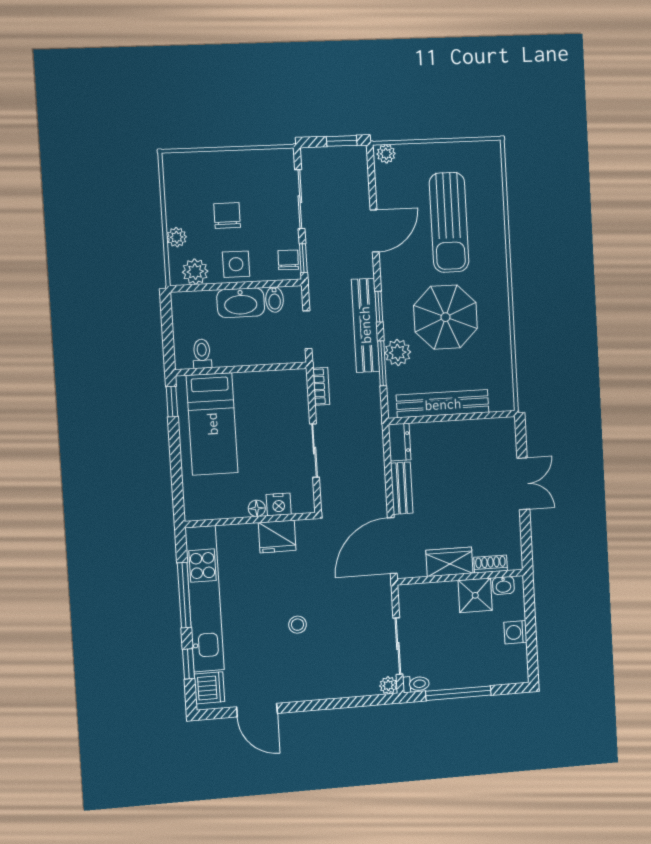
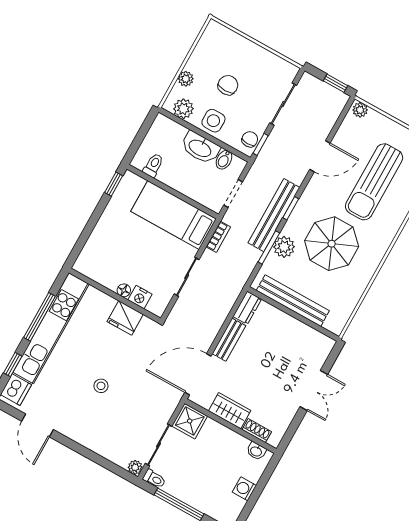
bed: (212, 424) -> (173, 215), moved, turned 90
shower: (475, 595) -> (190, 421), moved

